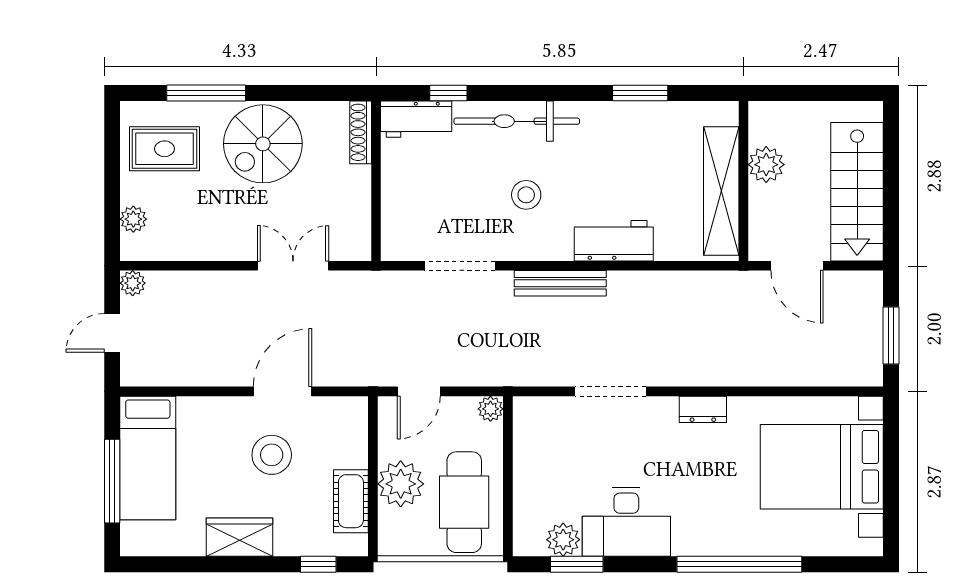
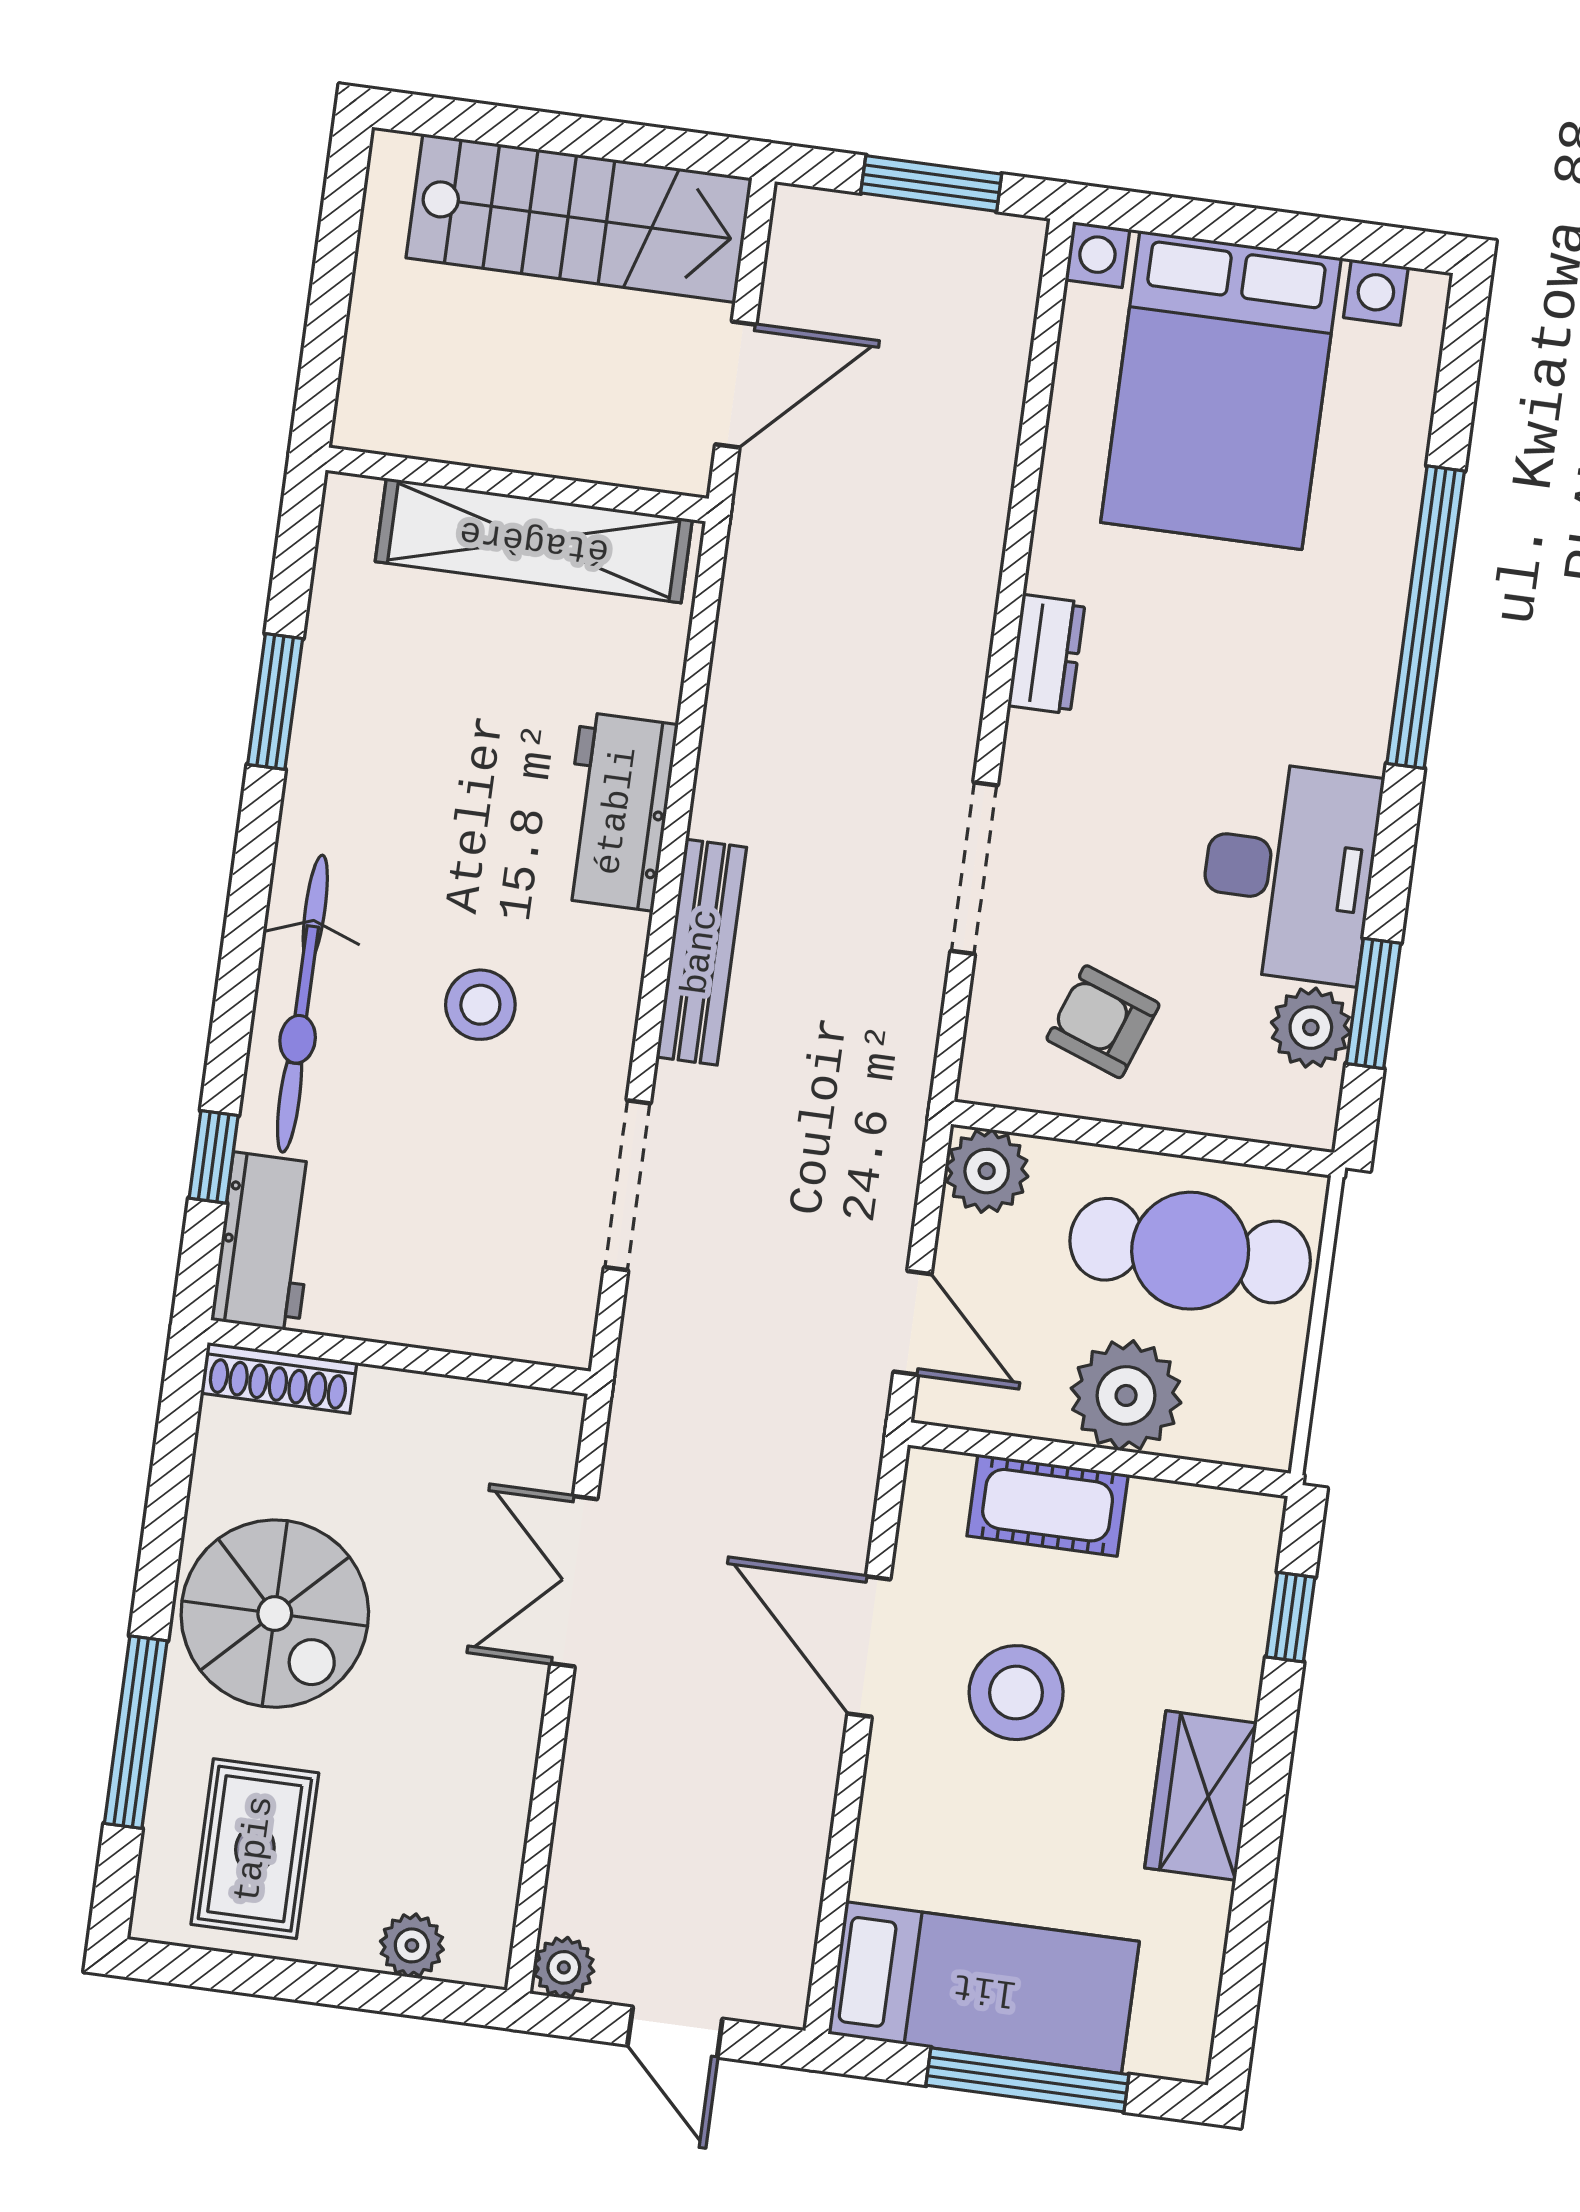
plant: (766, 165) -> (485, 425), removed
plant: (490, 409) -> (987, 1171), width x1.38, depth x1.38
armchair: (554, 453) -> (1103, 1022), added
cot: (351, 501) -> (1048, 1505), moved

